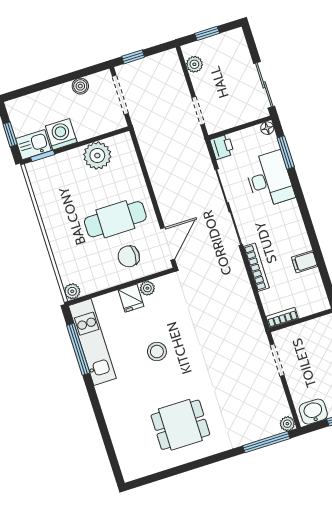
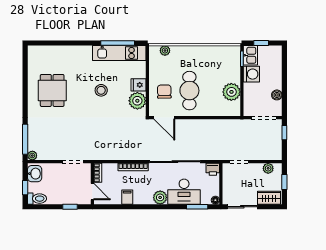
wardrobe: (238, 49) -> (269, 198), added
plant: (289, 212) -> (160, 197), added
plant: (147, 288) -> (137, 101), width x1.88, depth x1.88
plant: (72, 291) -> (165, 51), moved
door: (313, 317) -> (92, 192), added

